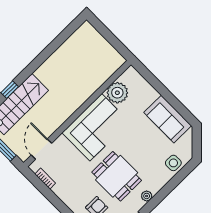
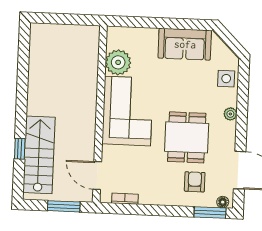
dining table: (117, 176) -> (187, 137), turned 90
plant: (147, 196) -> (230, 114), moved

